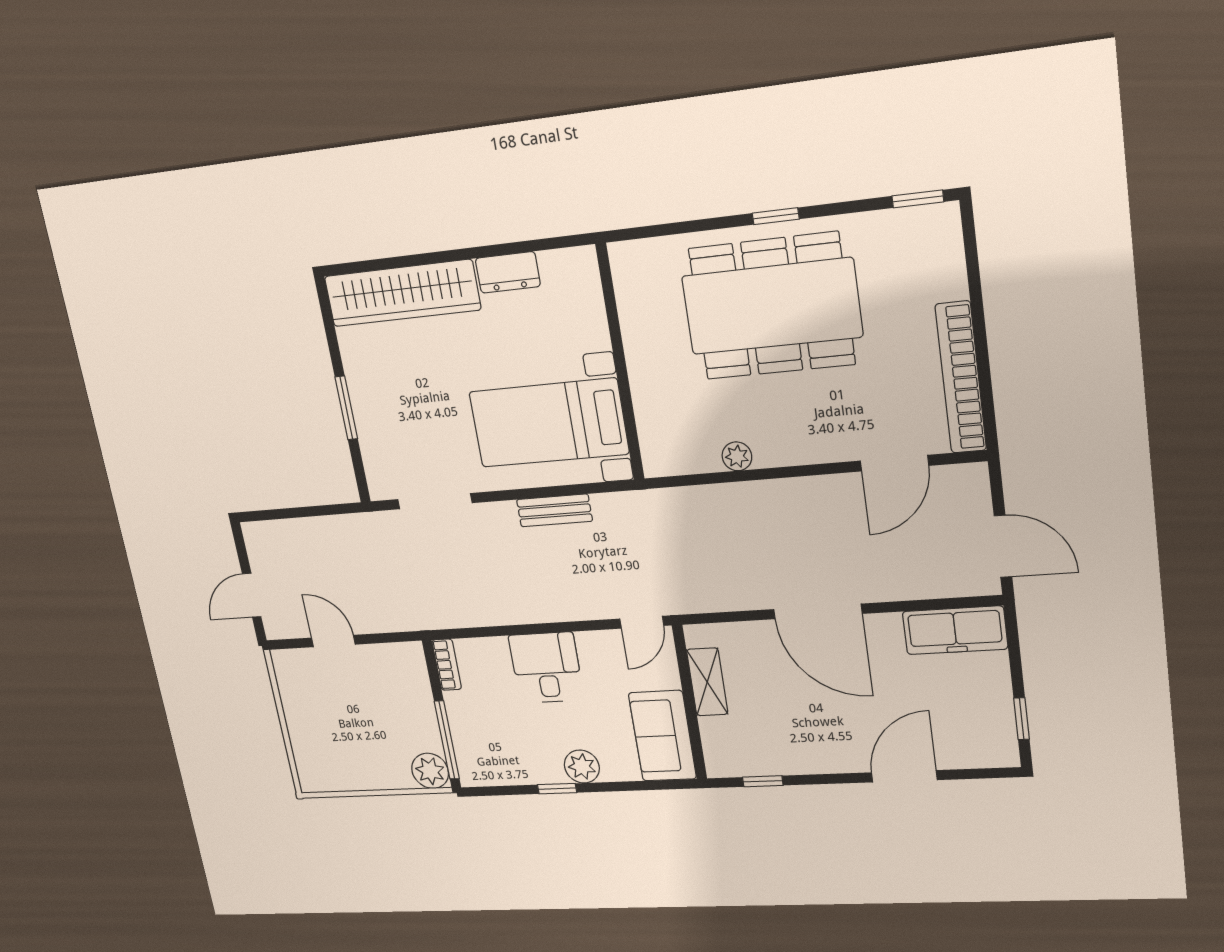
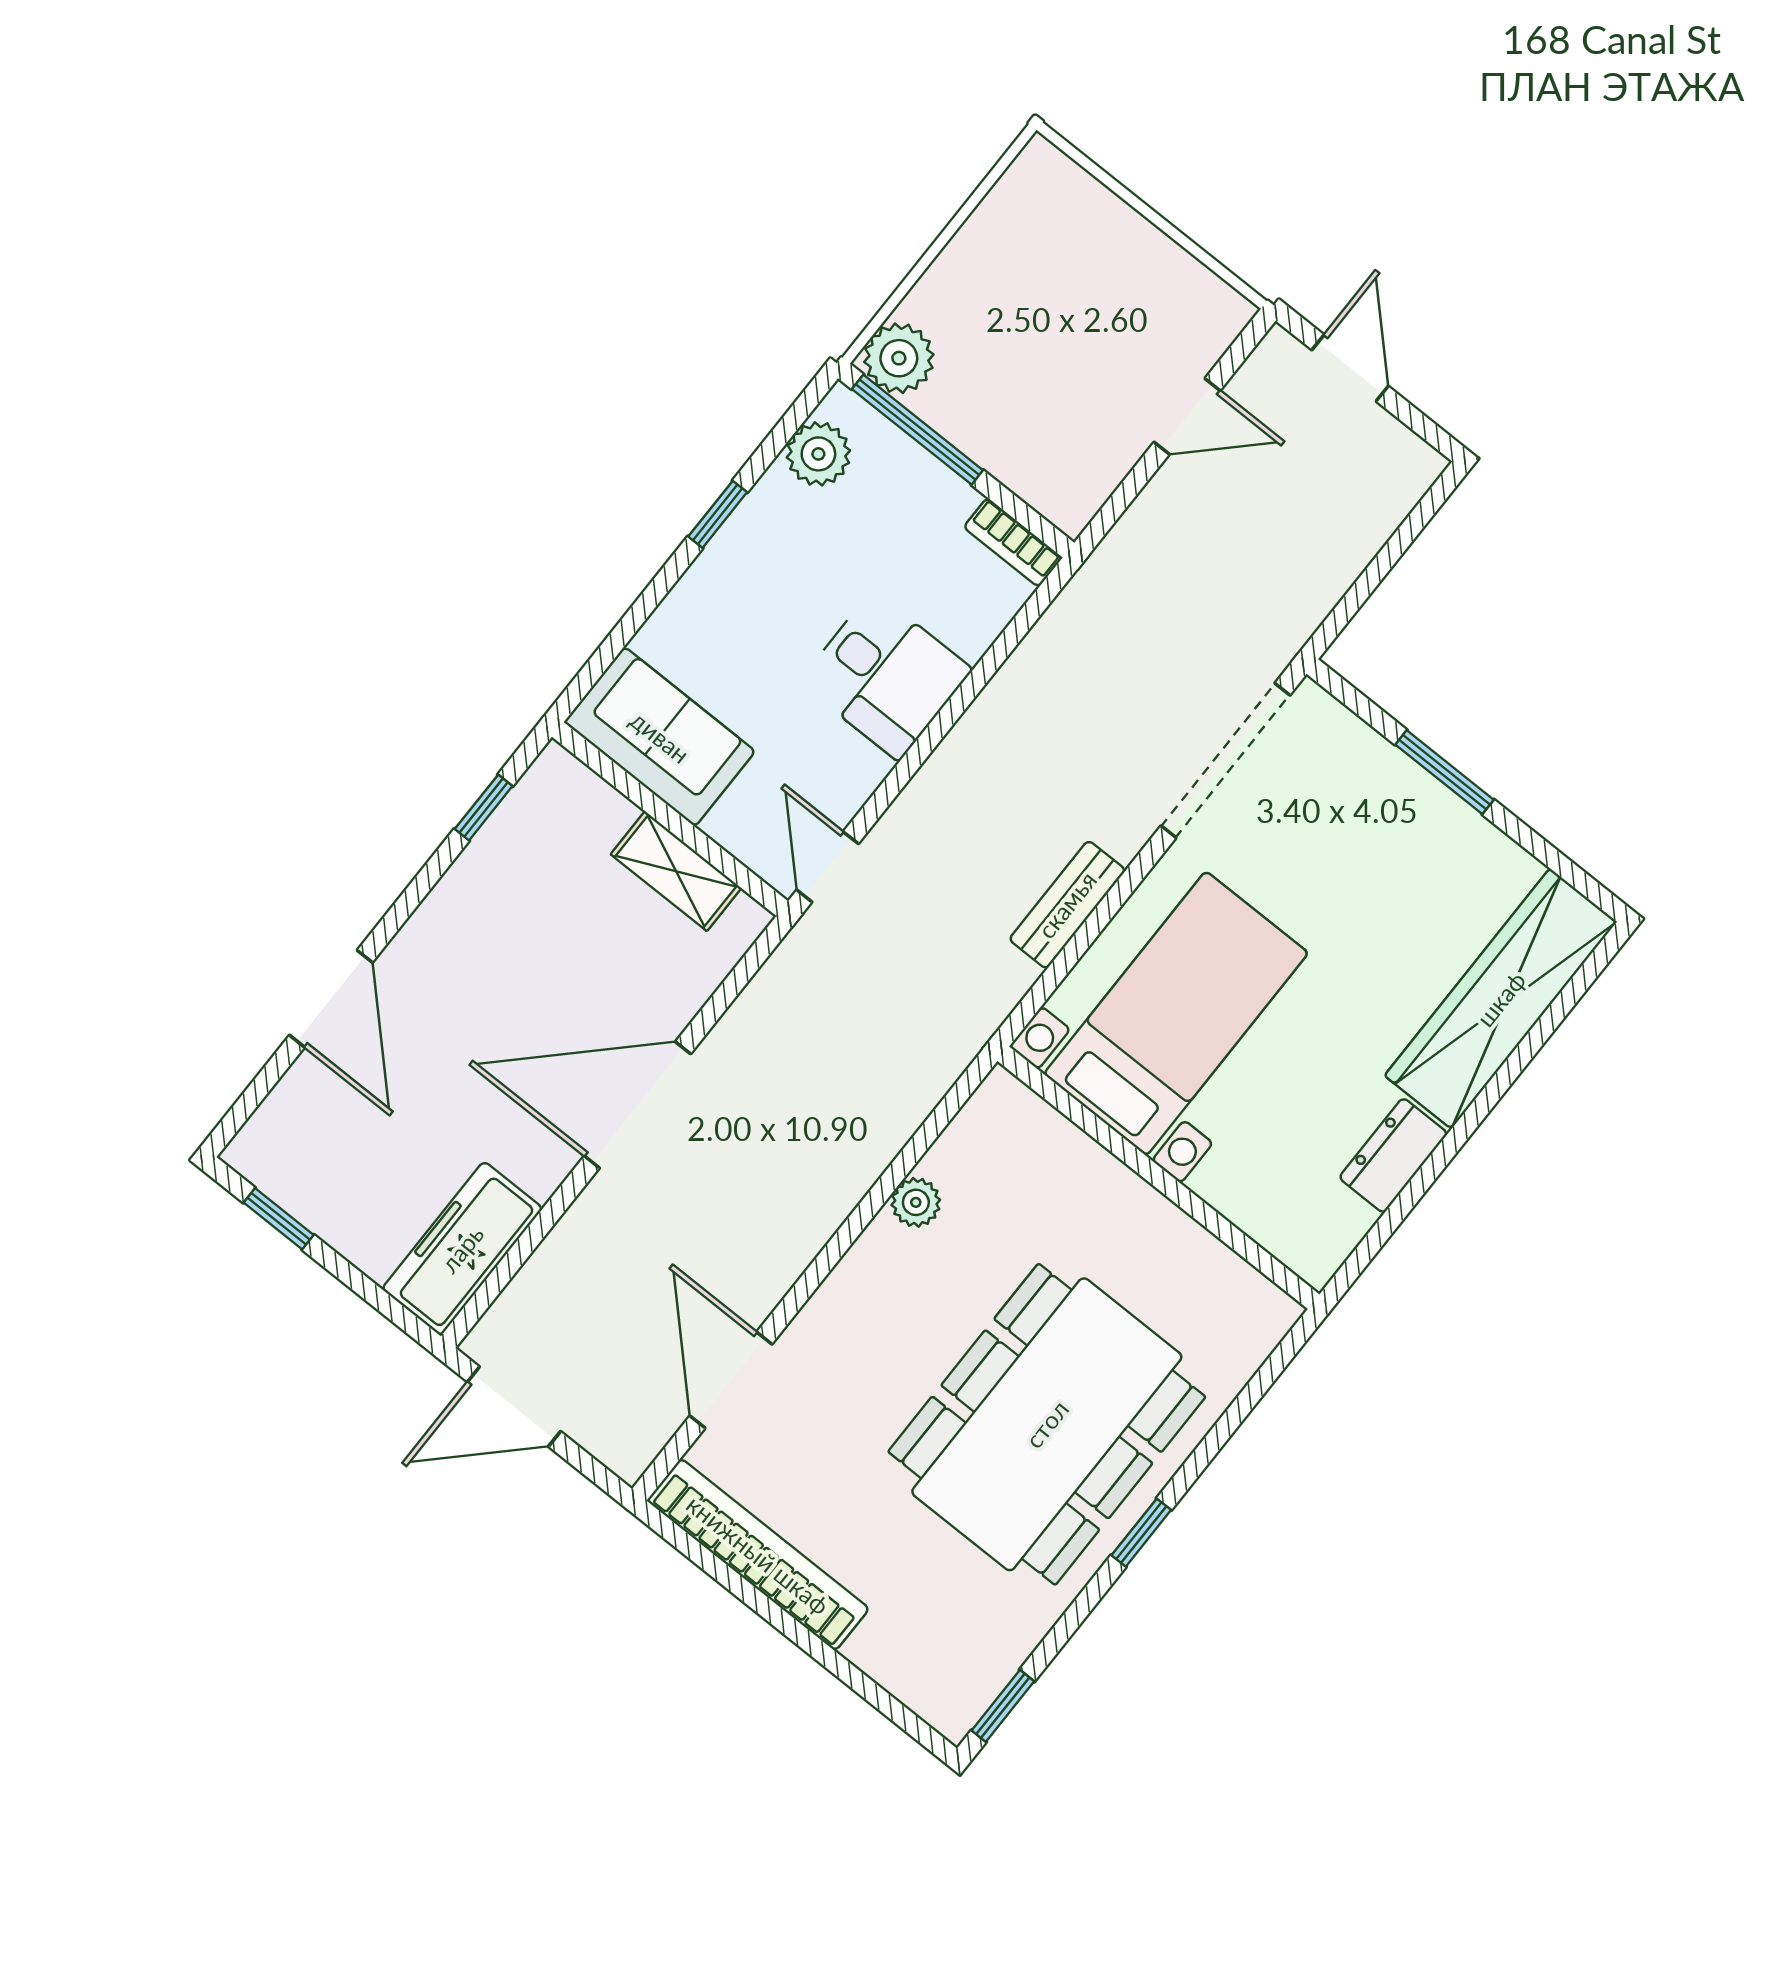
doorway: (435, 501) -> (1225, 760), width x1.36
plant: (582, 767) -> (818, 454), moved

